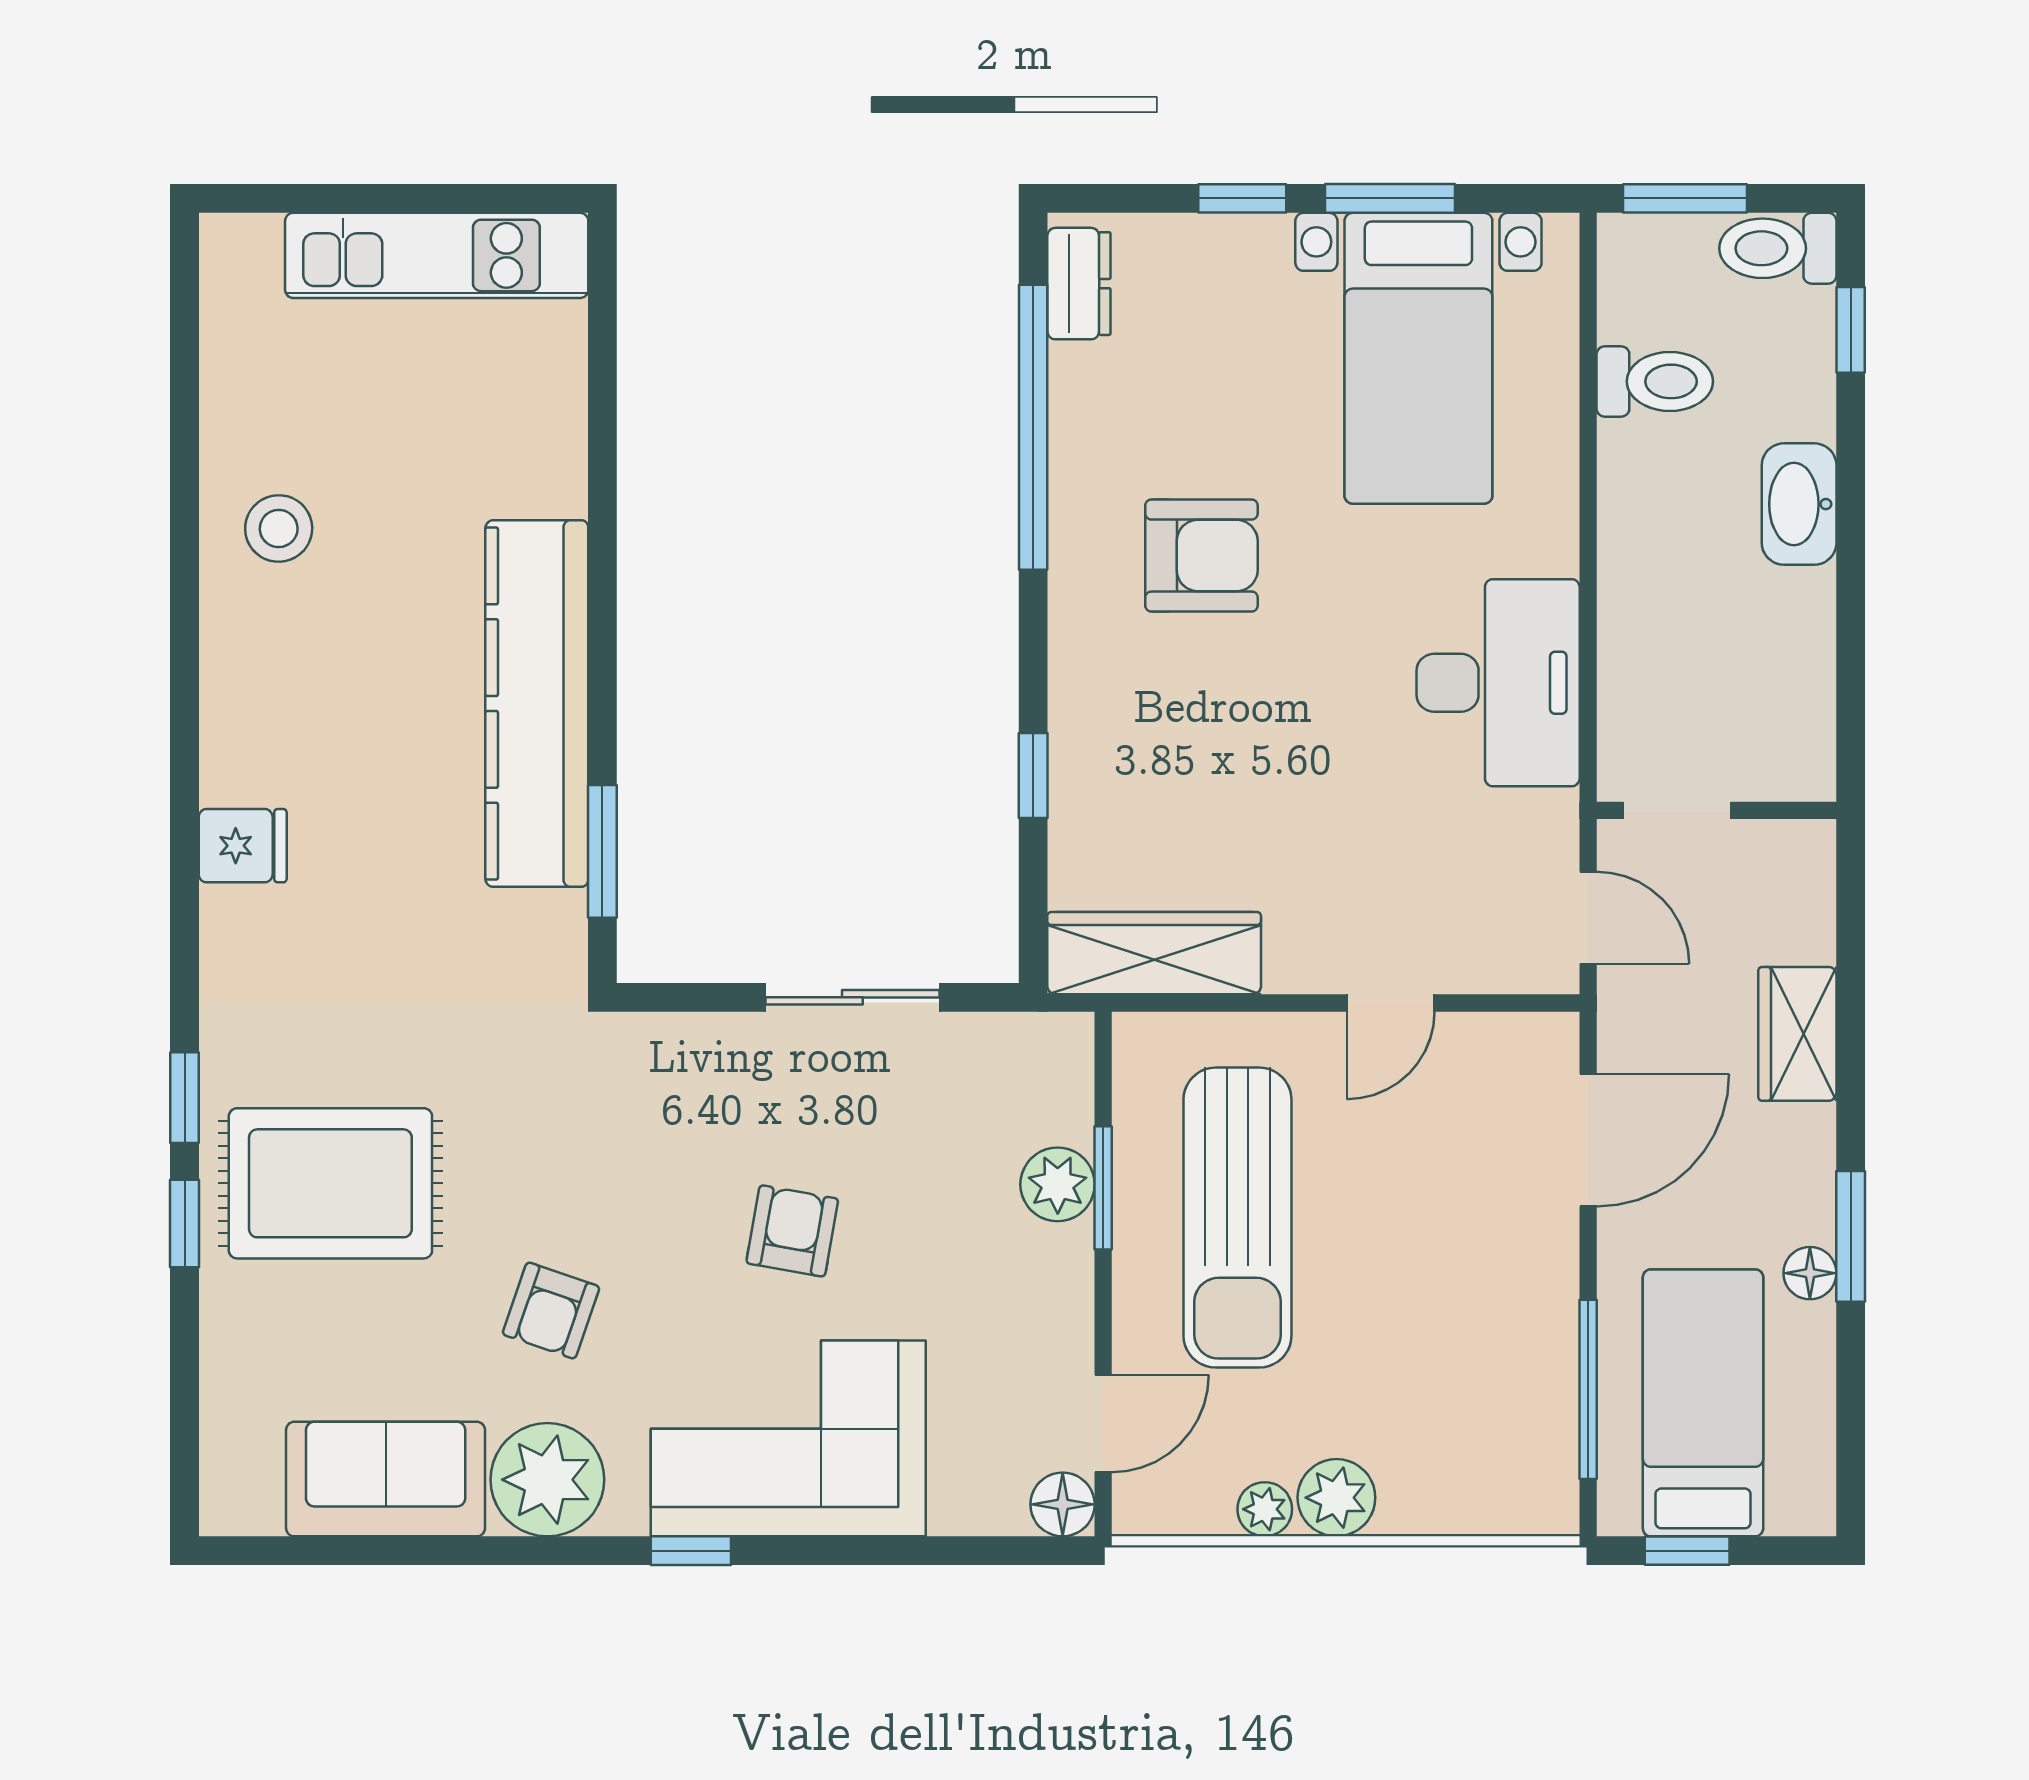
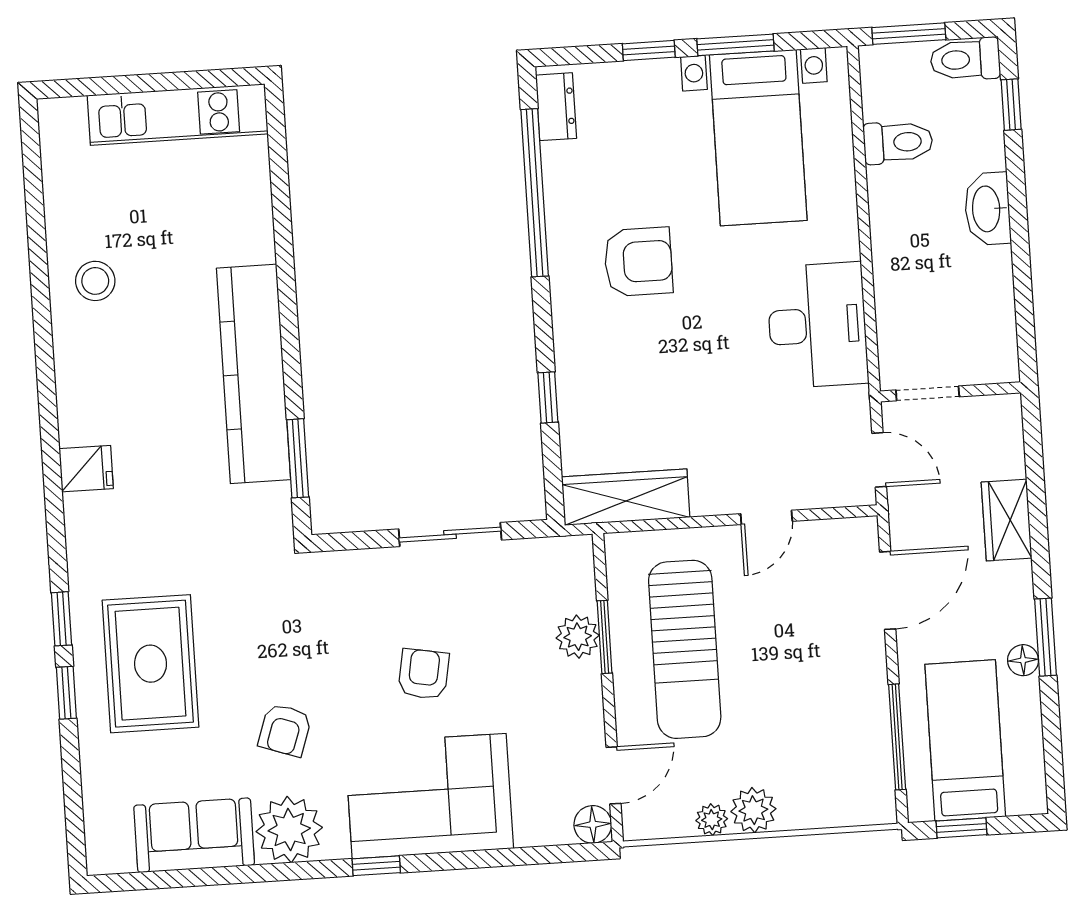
rug: (330, 1183) -> (151, 664), turned 90

